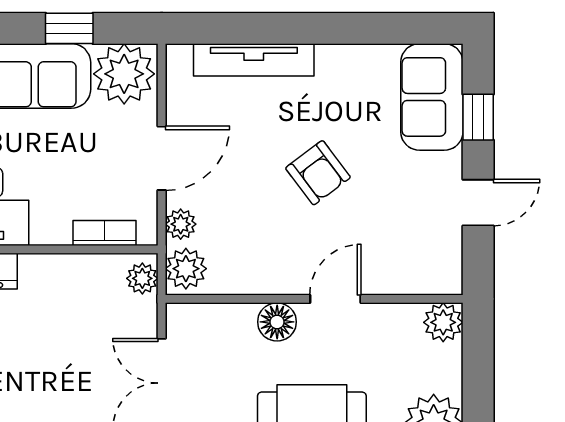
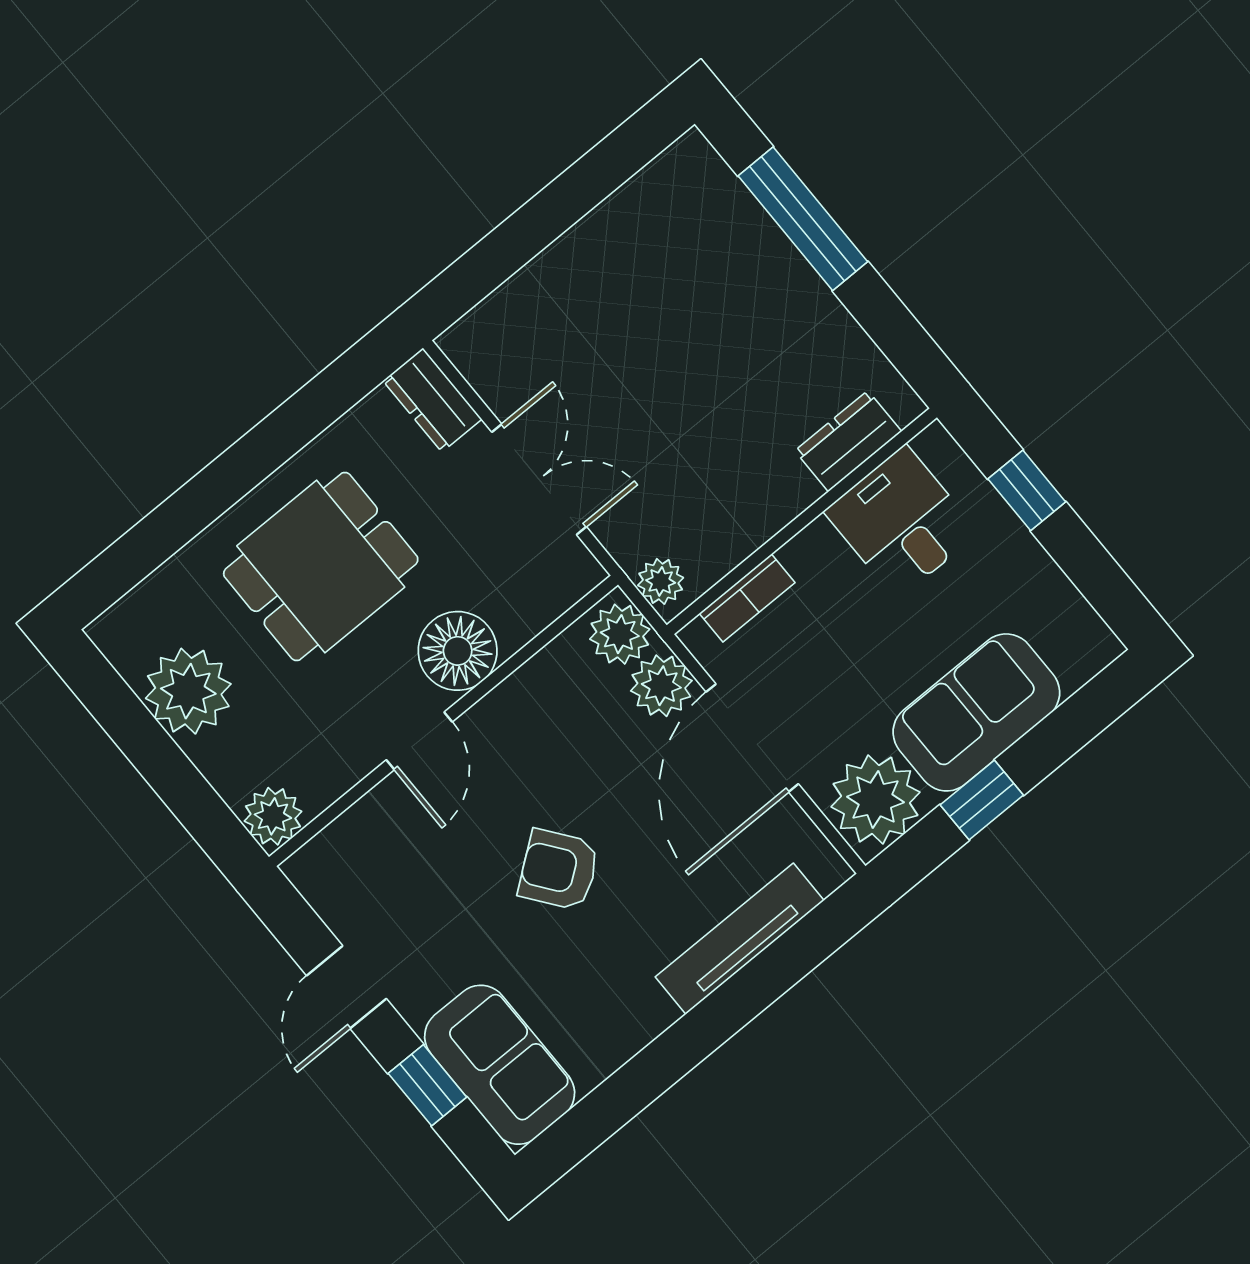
door: (162, 158) -> (752, 738), width x1.36
plant: (181, 224) -> (661, 686), width x1.38, depth x1.38
floor lamp: (277, 322) -> (458, 651), width x1.38, depth x1.38

